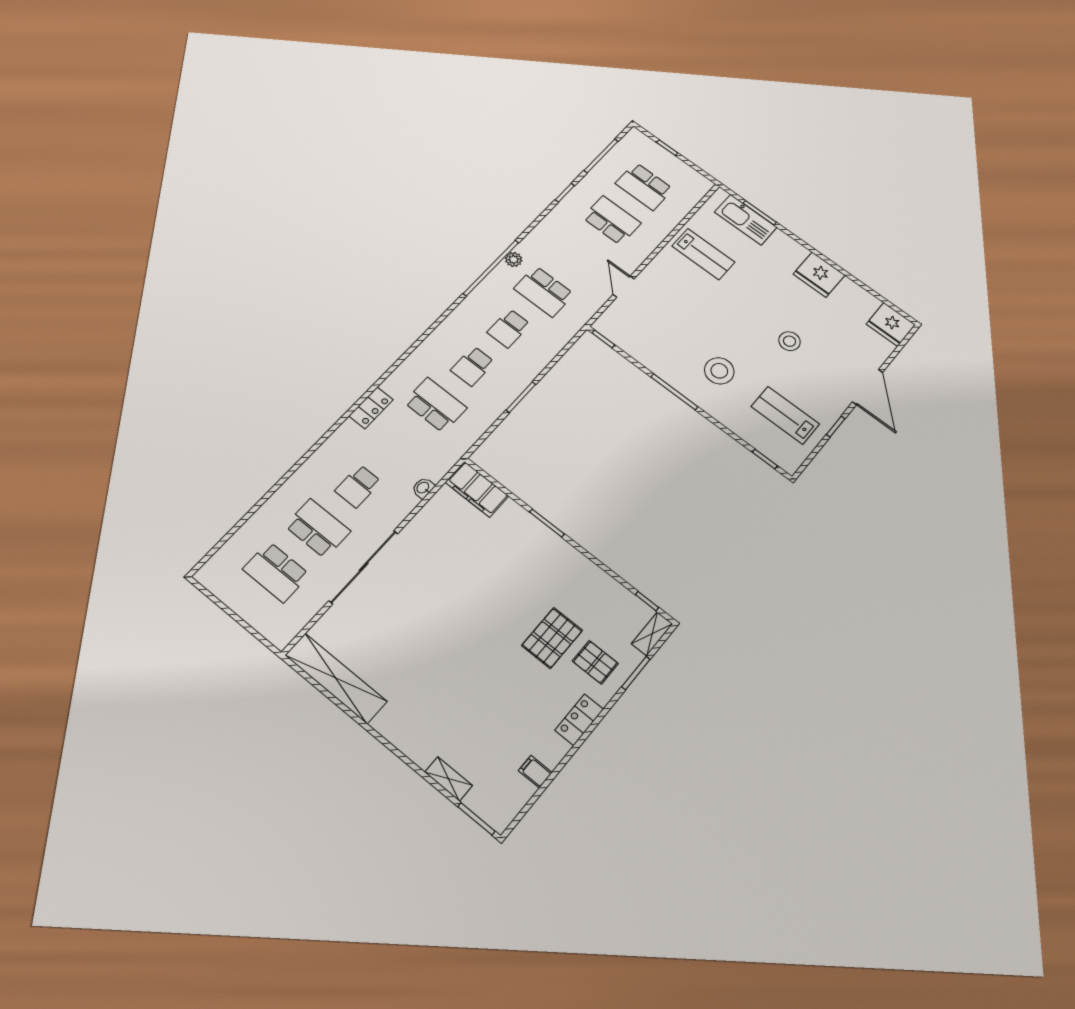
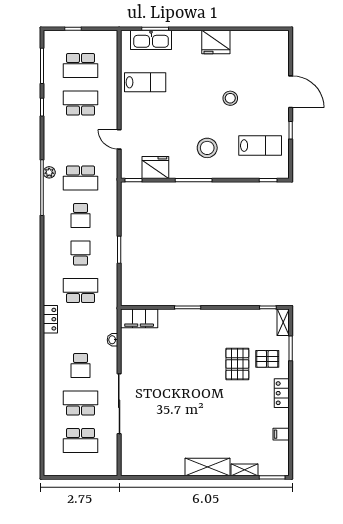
fridge: (891, 324) -> (155, 168), moved, turned 180
school desk: (473, 366) -> (81, 253), turned 180
lab bench: (785, 415) -> (260, 146), turned 180
shelving: (336, 678) -> (208, 467), moved, width x0.68

